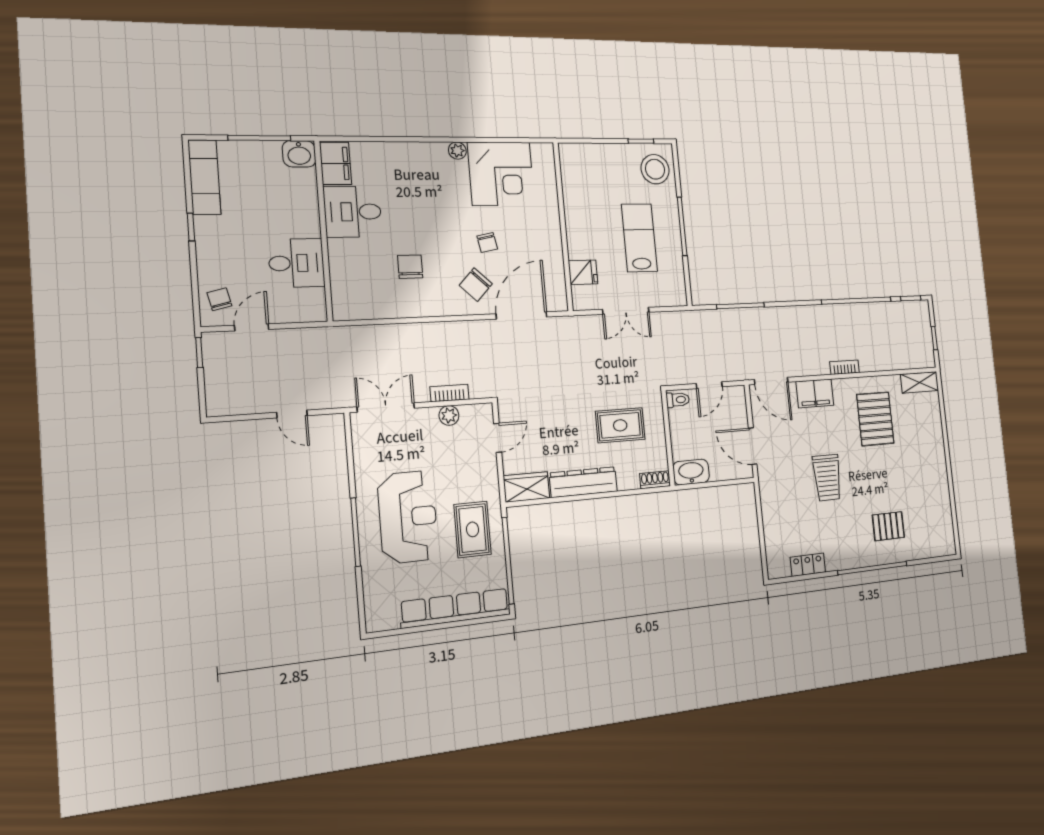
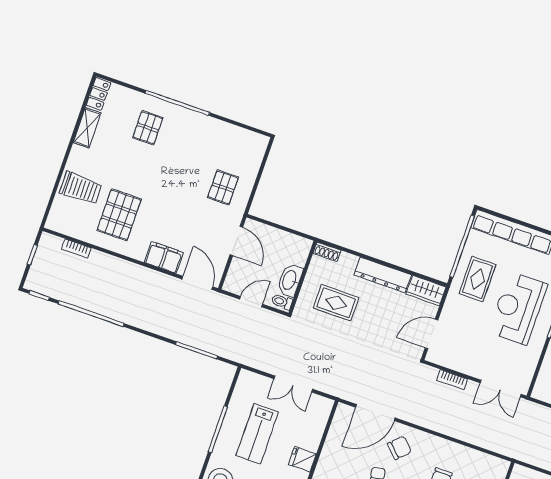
fridge: (583, 272) -> (302, 459), moved
double door: (626, 311) -> (293, 384), swing flipped
bookcase: (845, 367) -> (76, 249), moved
shelving: (919, 382) -> (87, 128), moved, turned 90
plant: (449, 415) -> (459, 364), removed
door: (498, 438) -> (432, 334), width x1.38
washbasin: (691, 472) -> (290, 280), moved, turned 90
trolley: (827, 478) -> (81, 188), moved, turned 90
pallet: (791, 499) -> (223, 187), added
pallet: (888, 526) -> (148, 128), turned 90
locker: (808, 565) -> (98, 94), moved, turned -90

